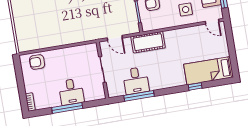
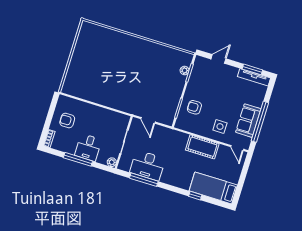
cot: (148, 42) -> (202, 147), moved
armchair: (37, 62) -> (67, 120), moved
desk: (136, 81) -> (148, 165), width x1.37
plant: (101, 95) -> (112, 162), added

